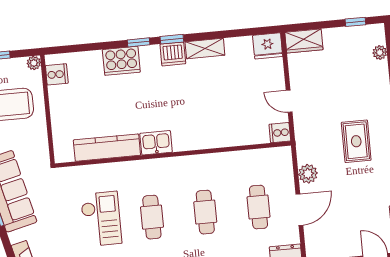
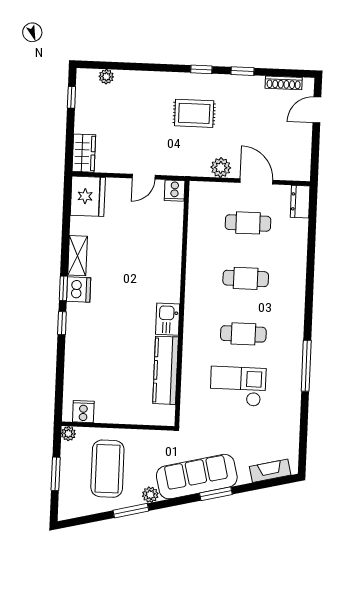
fridge: (268, 46) -> (88, 196), width x1.36, depth x1.34
cooker: (121, 61) -> (79, 343), removed

